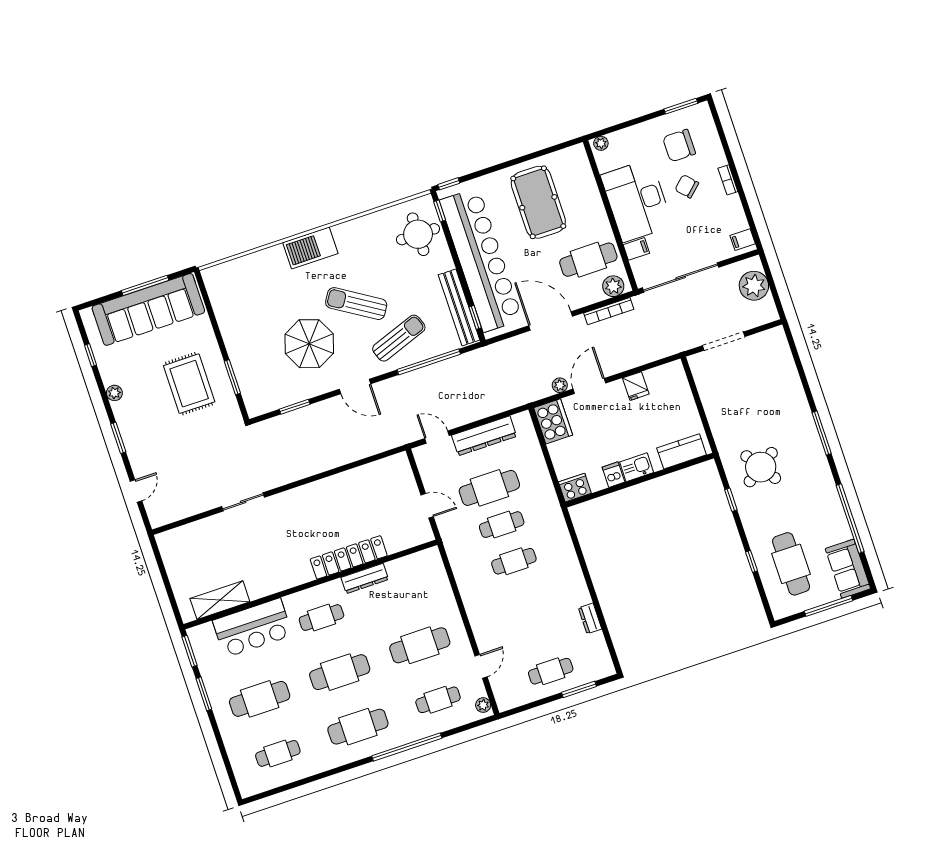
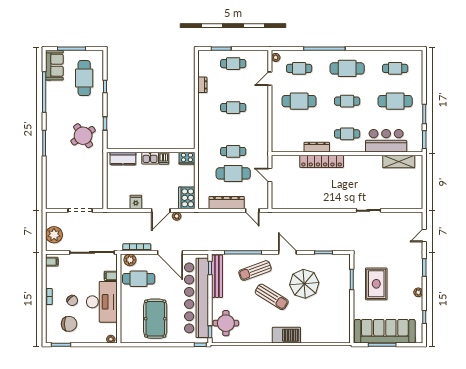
cafe table: (514, 561) -> (233, 108), moved
cafe table: (340, 672) -> (347, 101), width x0.73, depth x0.74

